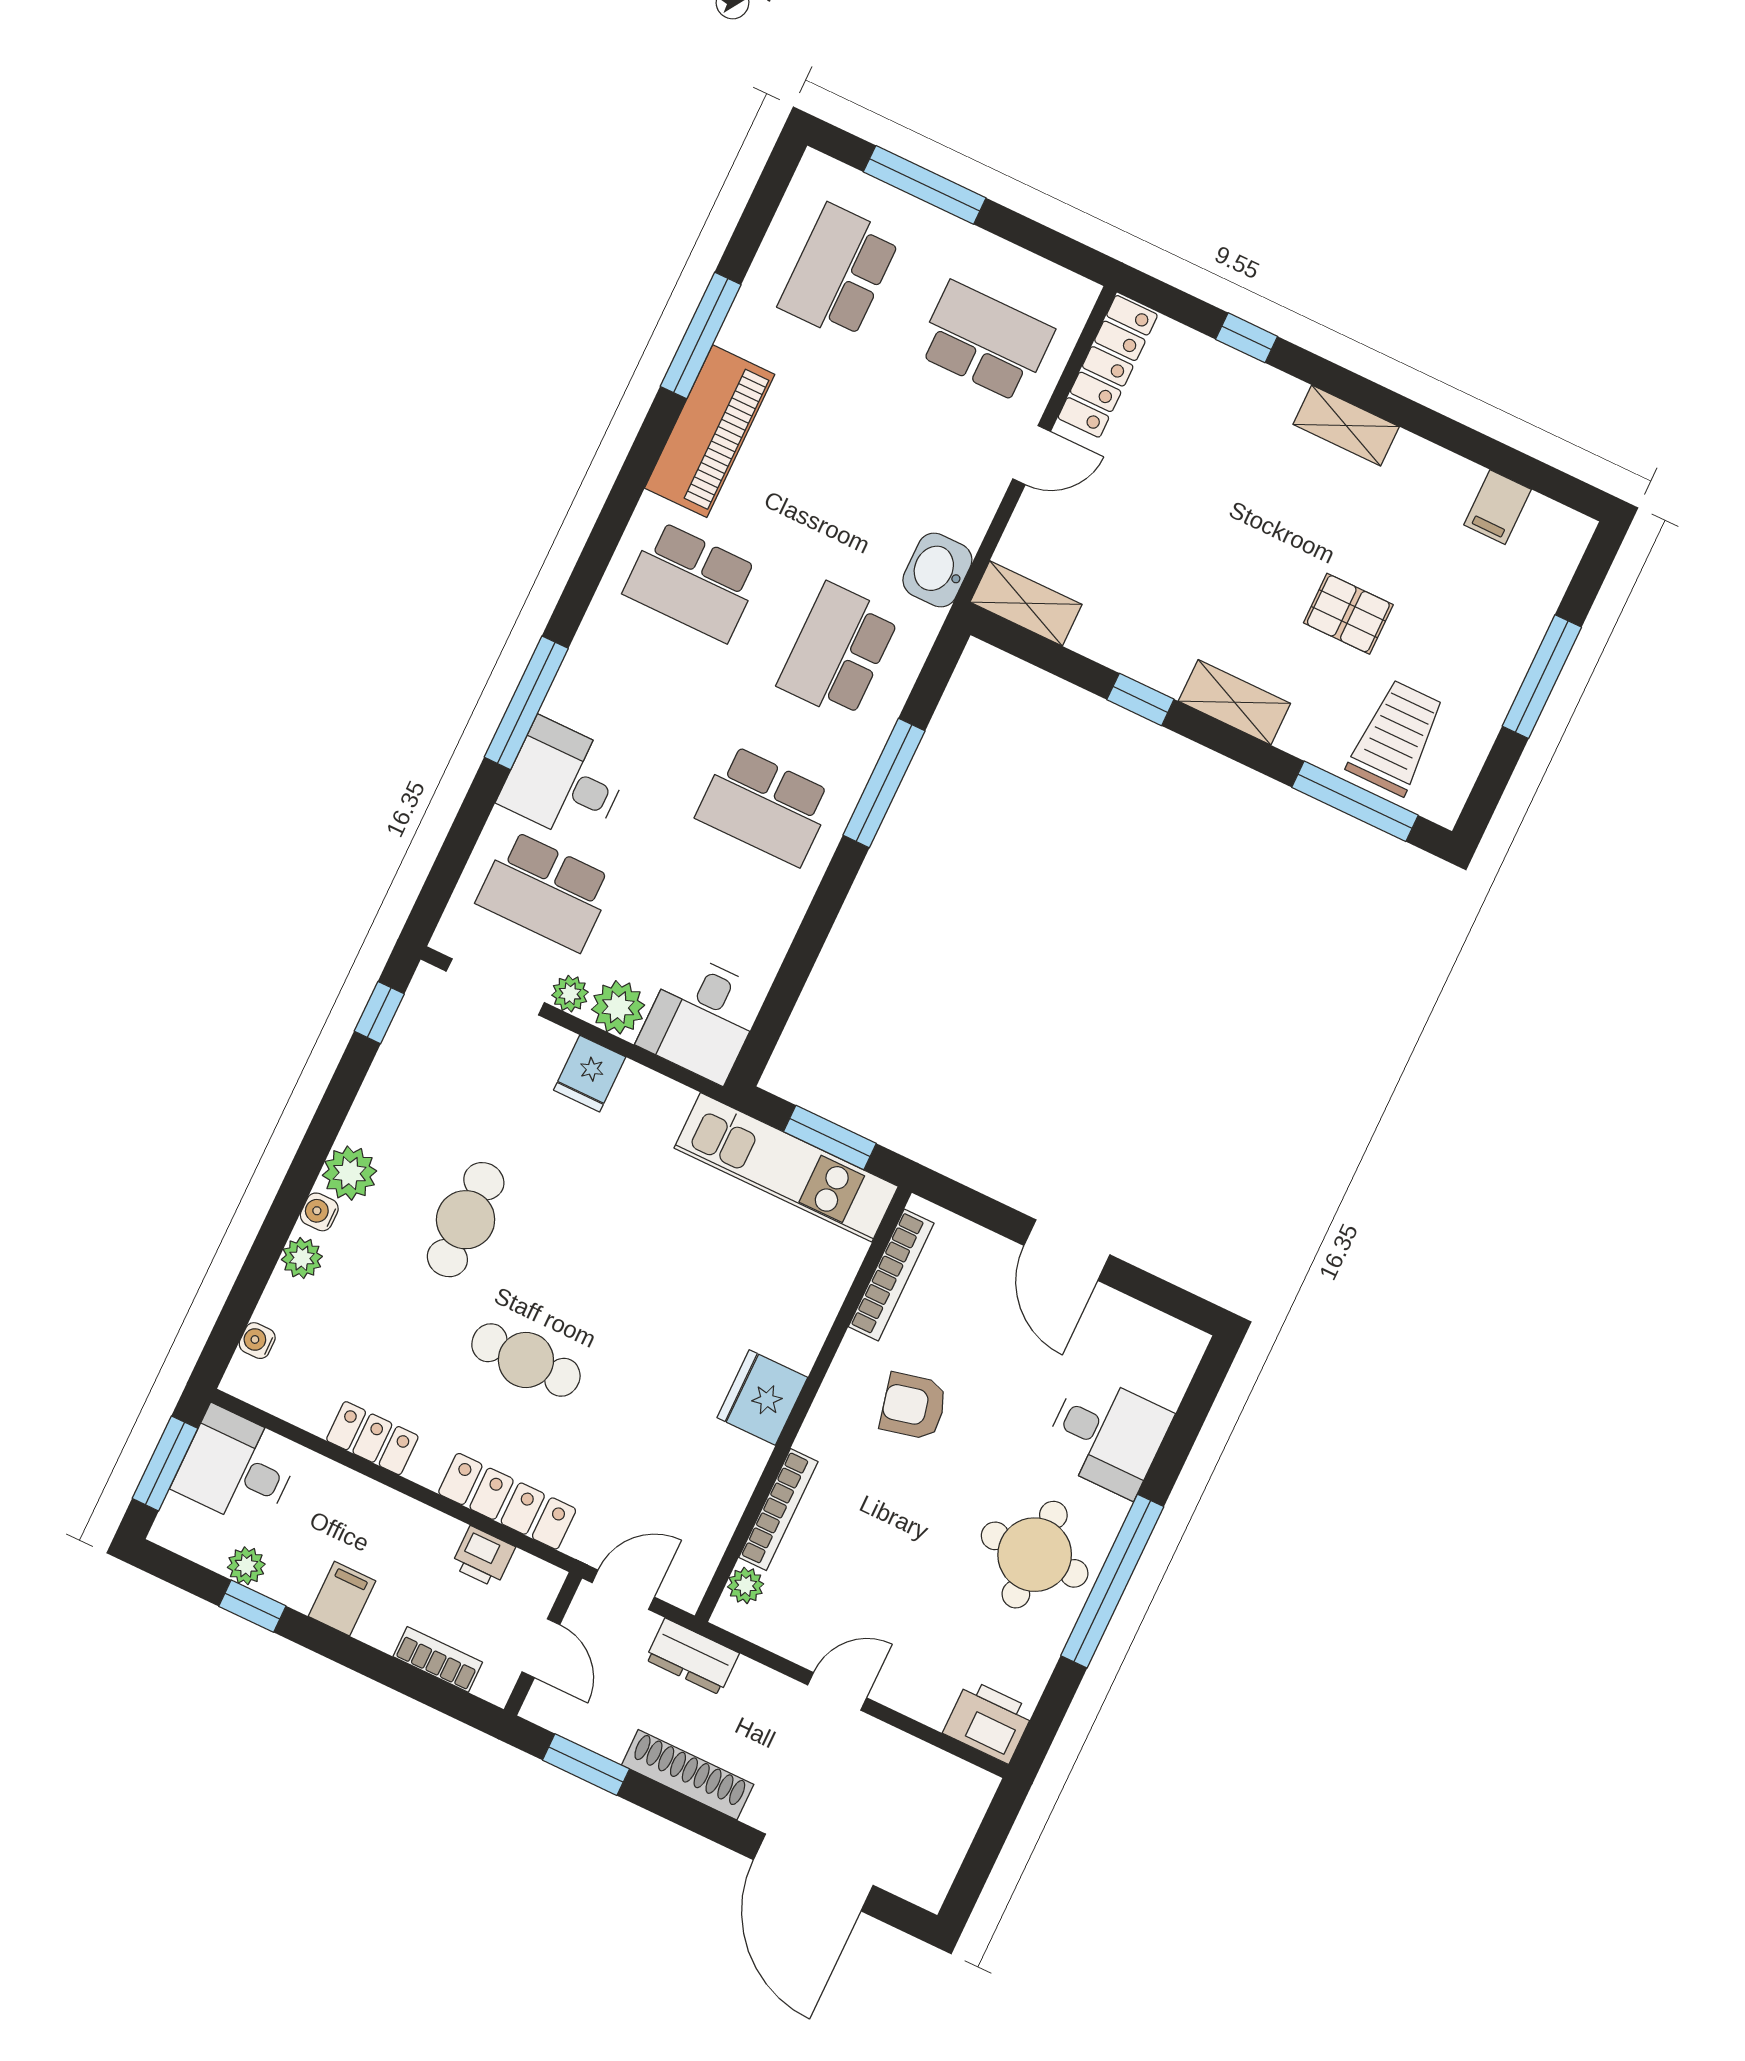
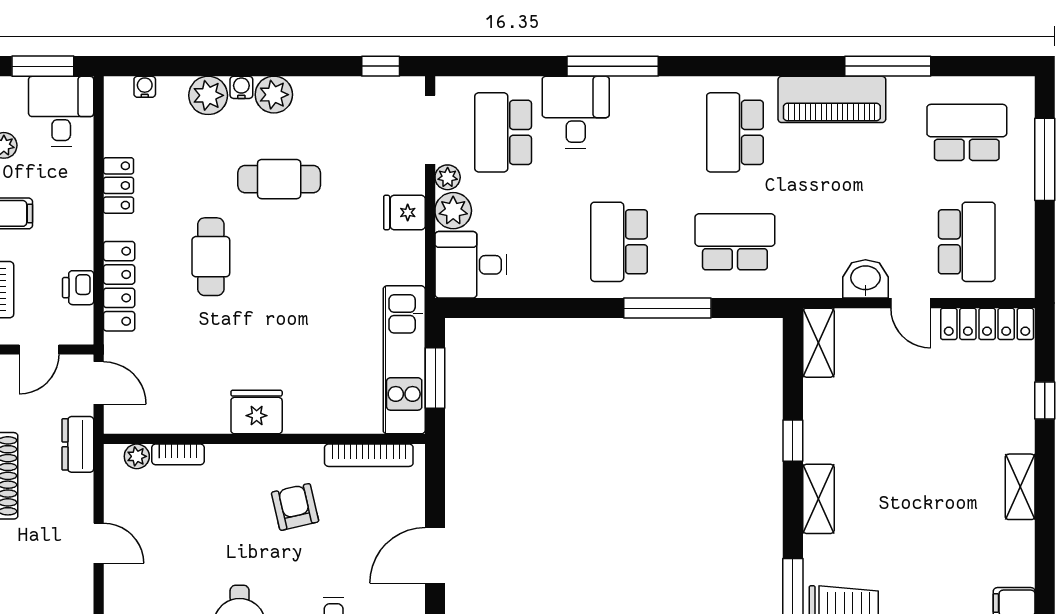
washbasin: (937, 570) -> (865, 279), moved
pallet: (1348, 614) -> (906, 543), removed
plant: (302, 1258) -> (208, 95), width x1.38, depth x1.38
bookcase: (778, 1510) -> (178, 454), width x0.64

